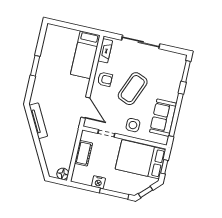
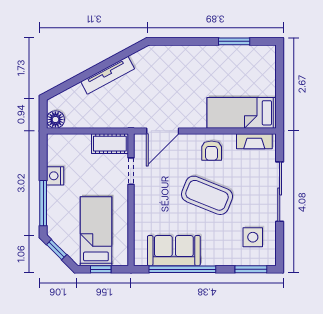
window: (35, 66) -> (234, 41), moved
tv unit: (38, 121) -> (108, 75), moved
side table: (133, 125) -> (253, 237), moved
cot: (83, 153) -> (110, 144), moved
bed: (141, 159) -> (96, 231), width x0.67

